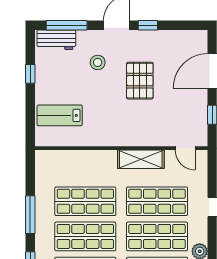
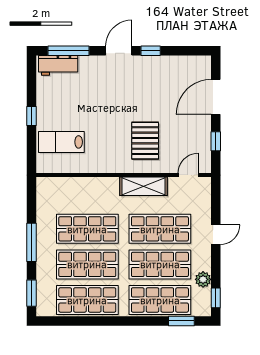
stool: (98, 62) -> (100, 88), removed
window: (30, 74) -> (32, 116), moved
pallet: (140, 81) -> (145, 141), moved
door: (185, 148) -> (188, 175), swing flipped

